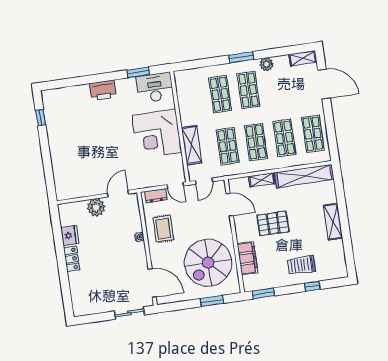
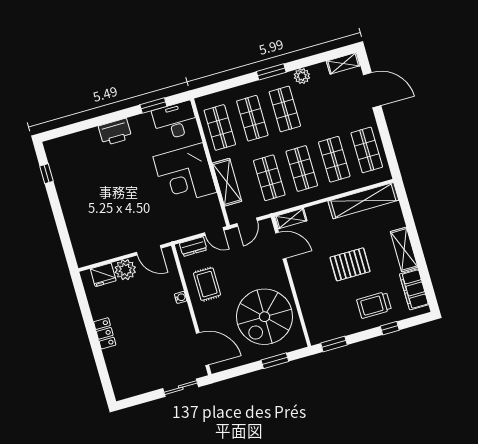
shop shelf: (192, 98) -> (220, 127), added
shelving: (262, 180) -> (291, 219), moved
door: (118, 194) -> (149, 250), swing flipped
pallet: (273, 223) -> (350, 264), moved
fridge: (70, 236) -> (103, 275), moved, turned 90
filing cabinet: (247, 258) -> (414, 289), moved, turned 180

